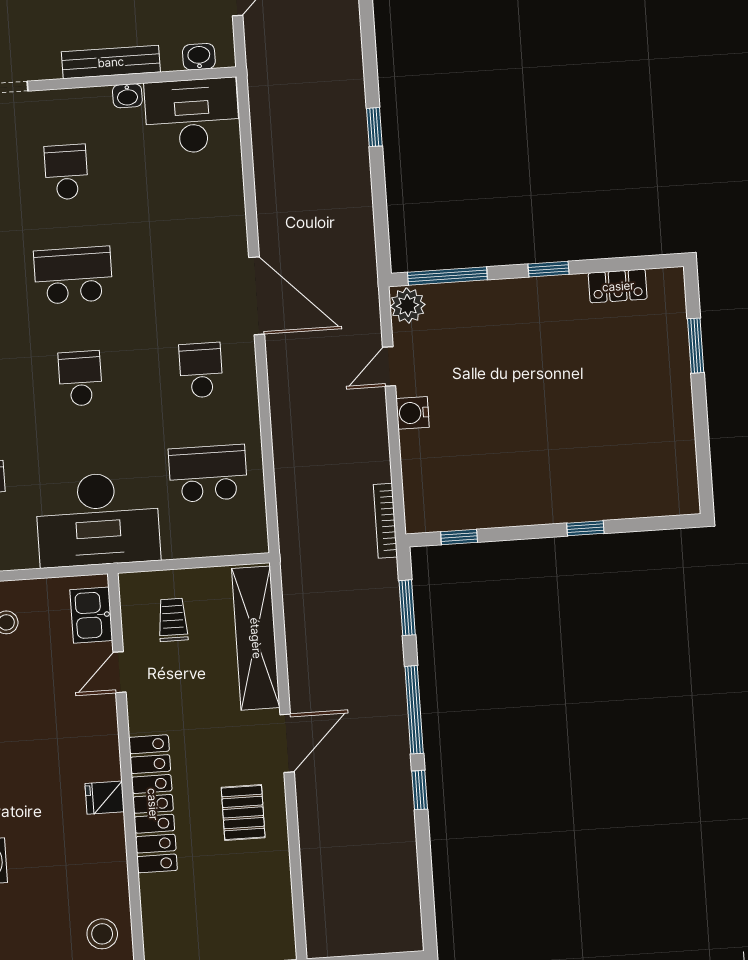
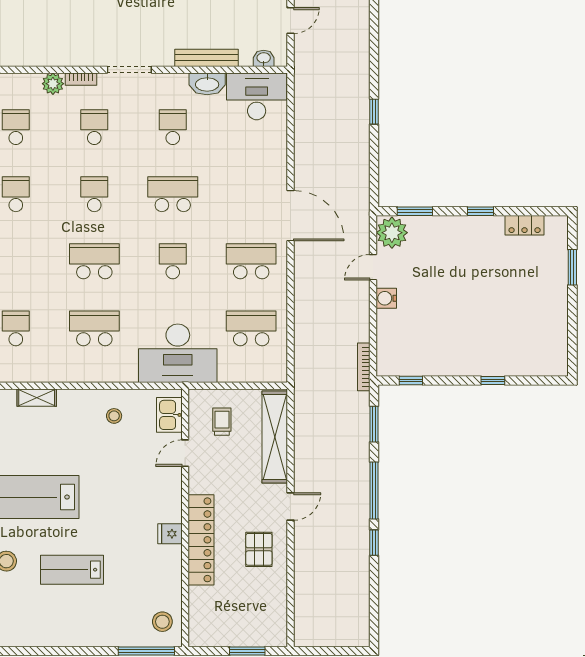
washbasin: (127, 96) -> (207, 84), width x1.91, depth x1.45
window: (447, 276) -> (415, 211), width x0.69
plant: (408, 305) -> (392, 233), width x1.36, depth x1.36
school desk: (201, 370) -> (251, 261), width x1.85
door: (287, 743) -> (290, 506), width x0.73

